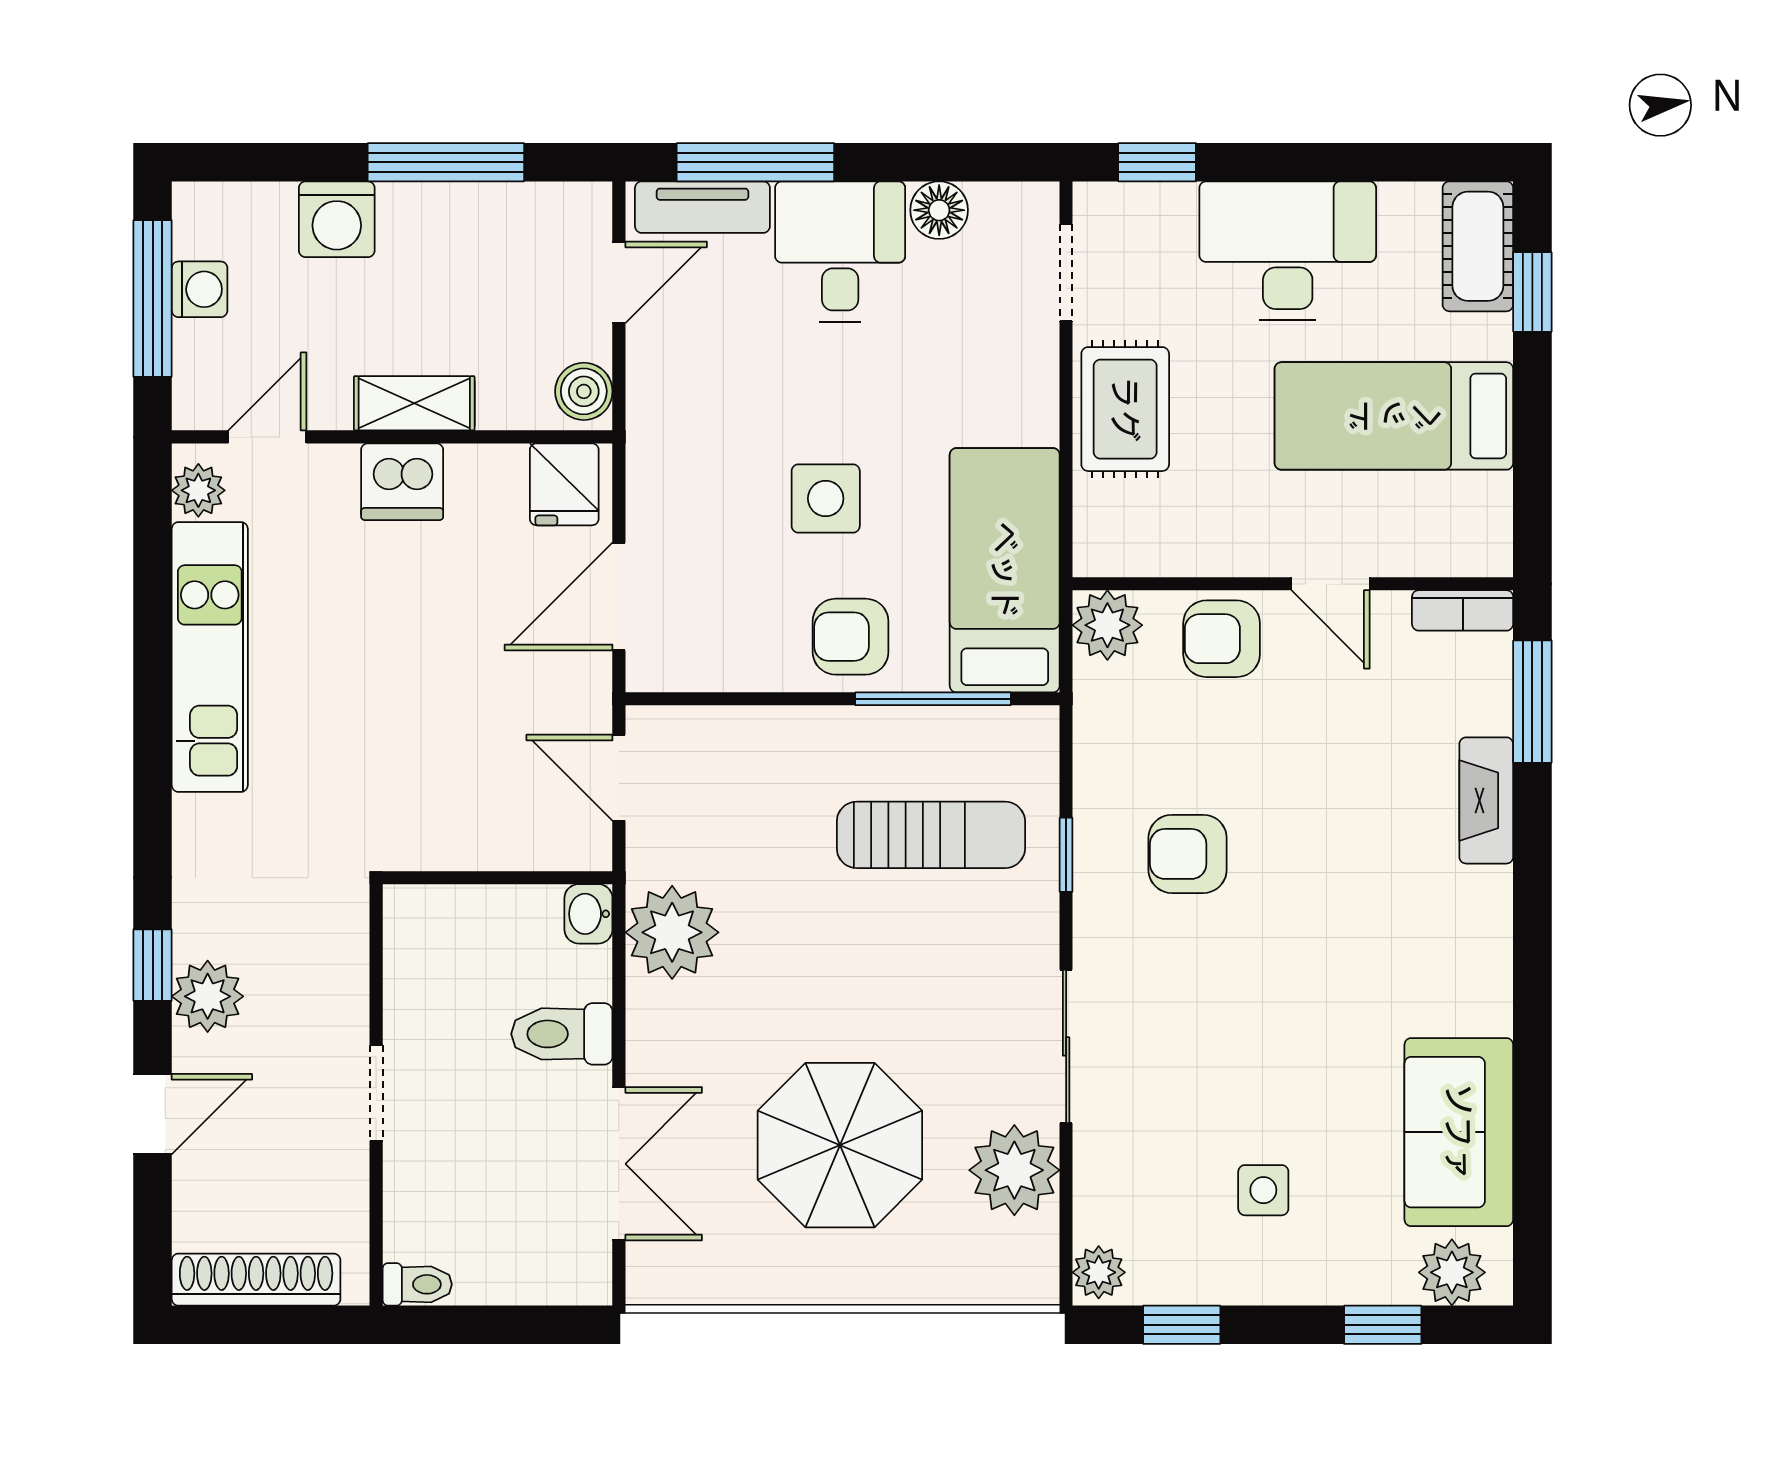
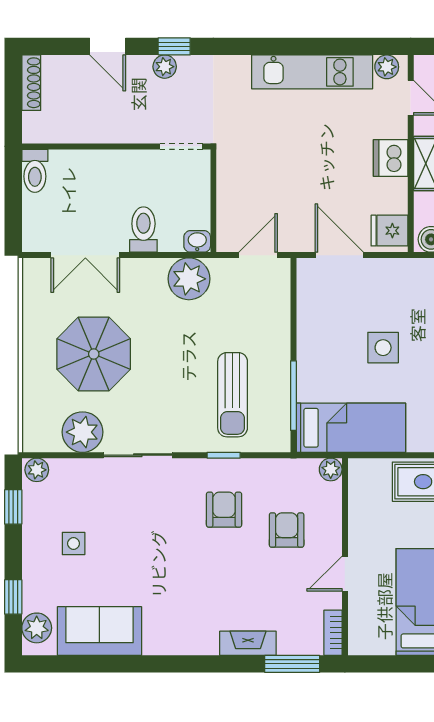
plant: (1107, 625) -> (331, 469), width x0.73, depth x0.73
armchair: (851, 637) -> (321, 359), removed
armchair: (1222, 639) -> (287, 530), moved
plant: (208, 996) -> (165, 67), width x0.73, depth x0.73
doorway: (376, 1093) -> (181, 146), moved
shoe rack: (256, 1280) -> (31, 83), width x0.74, depth x0.81
toilet: (417, 1284) -> (35, 171), width x1.37, depth x1.39

